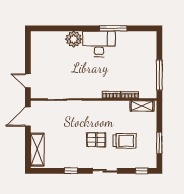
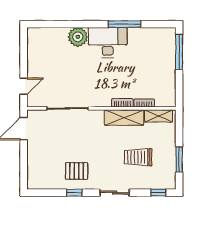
window: (159, 75) -> (179, 52), moved
door: (28, 81) -> (24, 86), swing flipped
pallet: (96, 140) -> (77, 171), moved
trolley: (125, 141) -> (138, 157), turned 180
shelving: (37, 150) -> (124, 118), moved, turned 90

